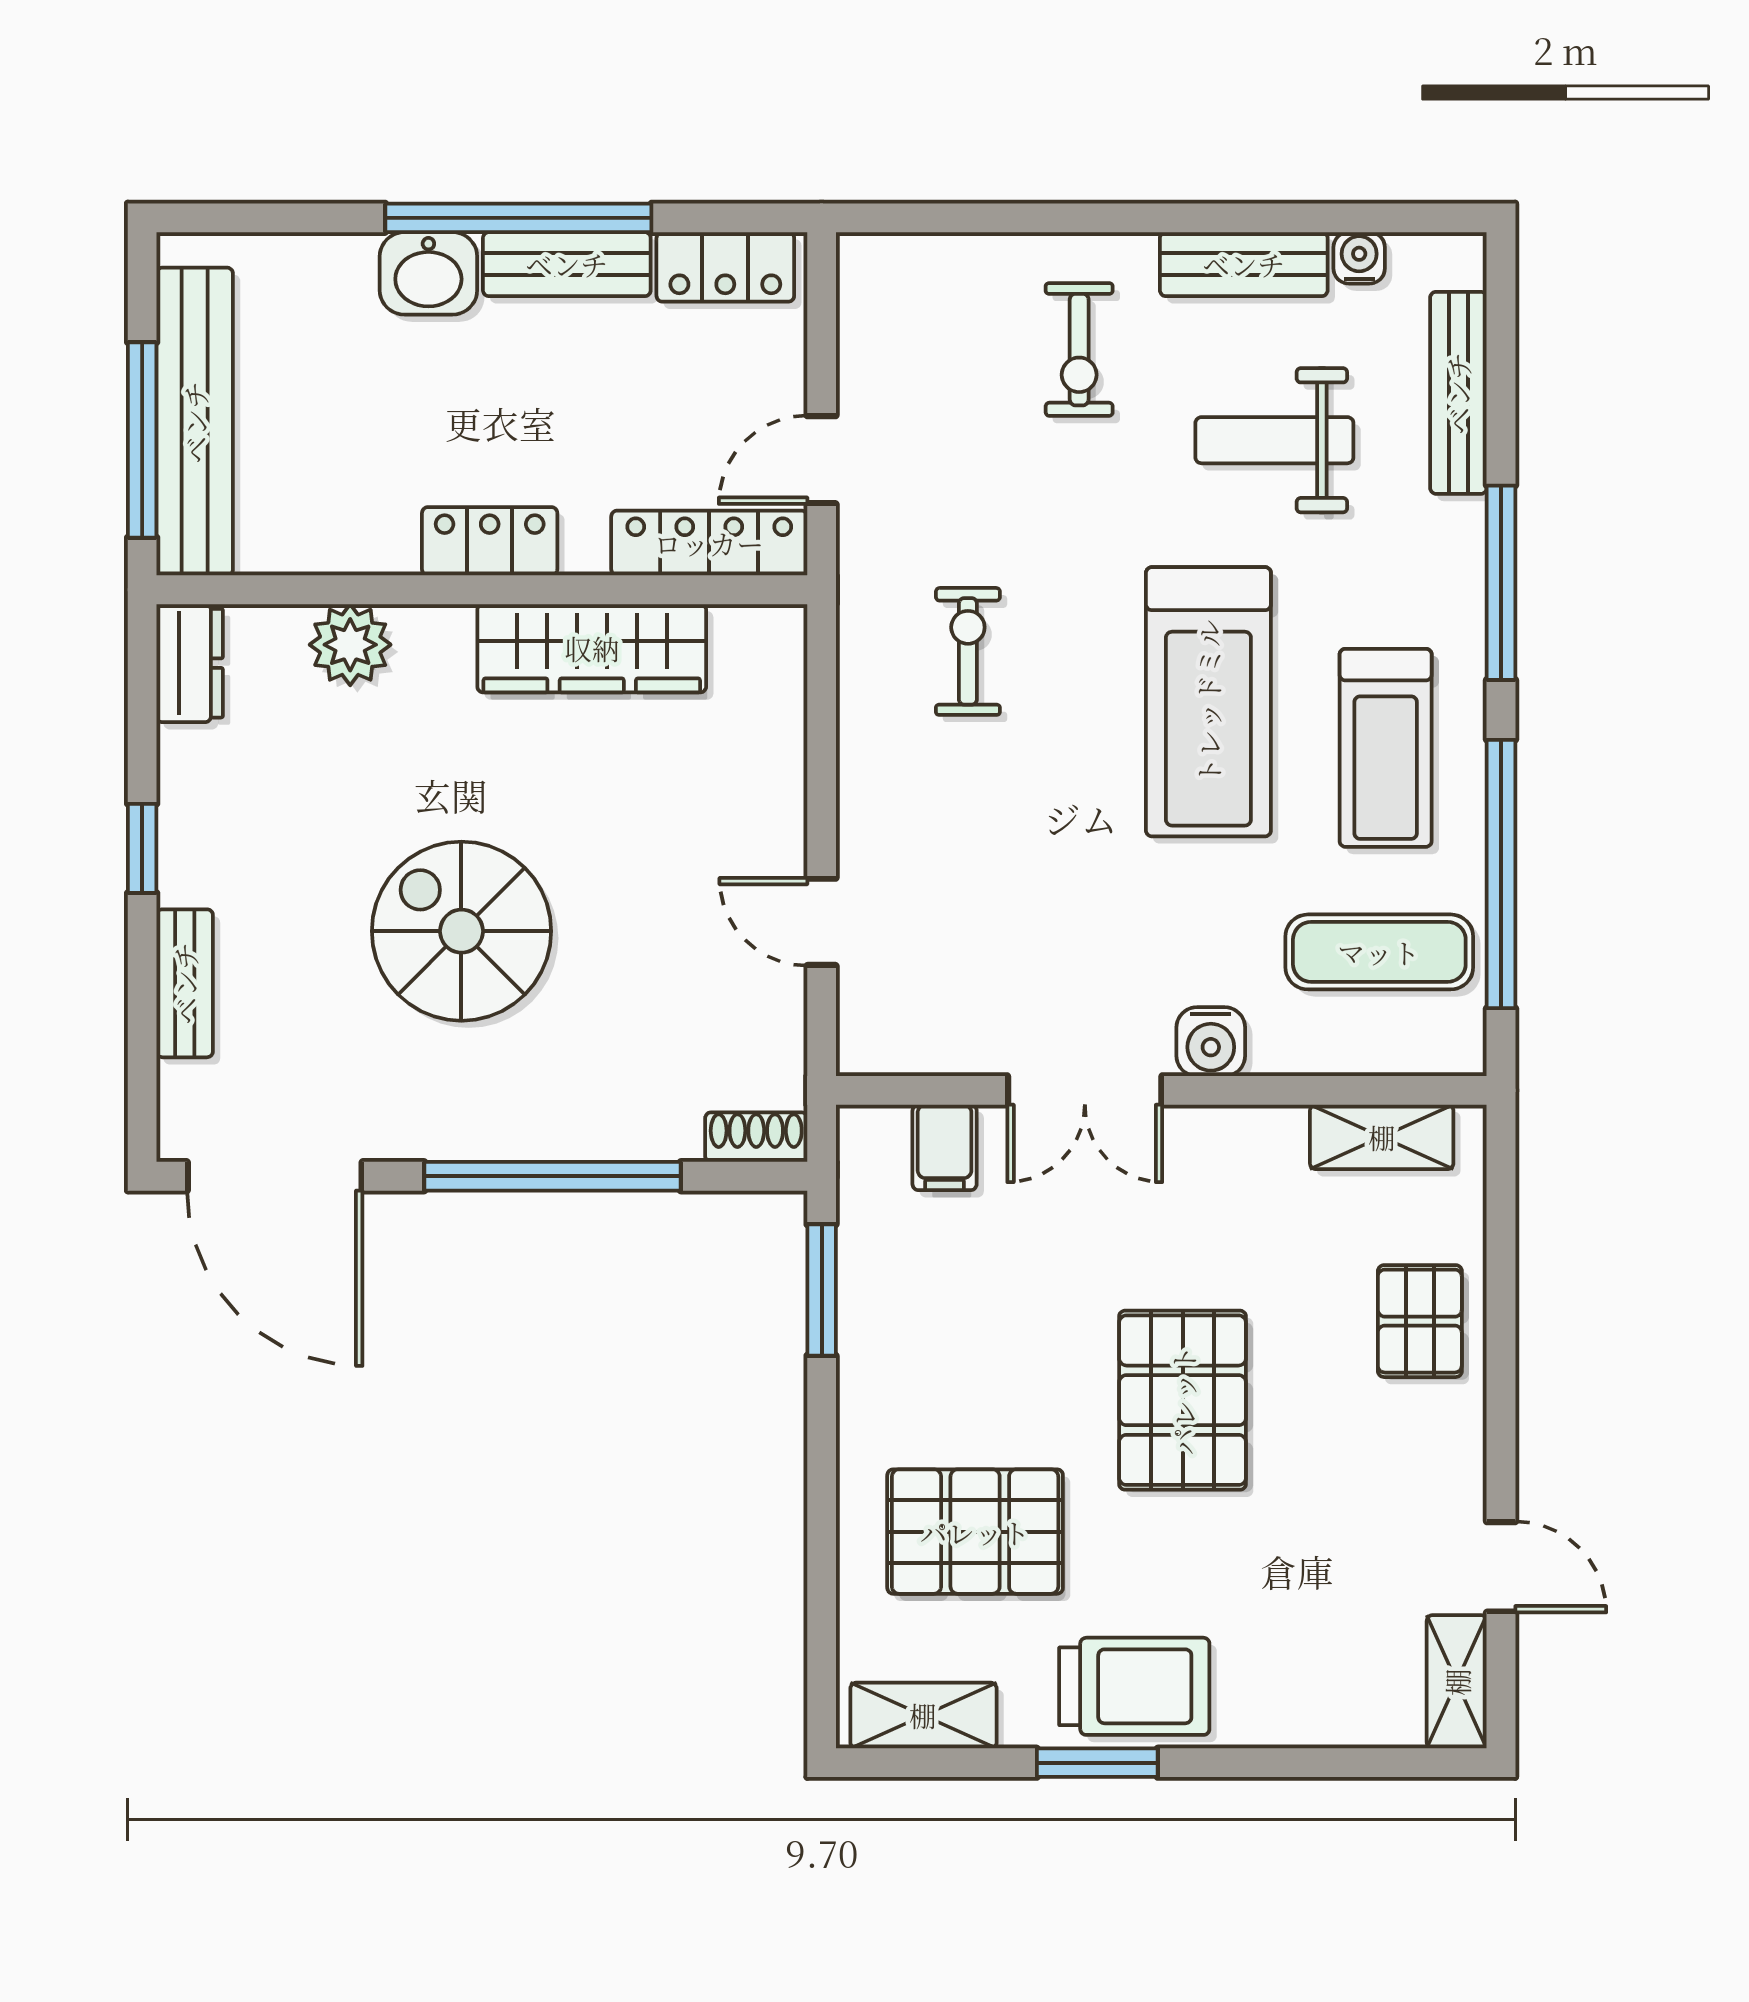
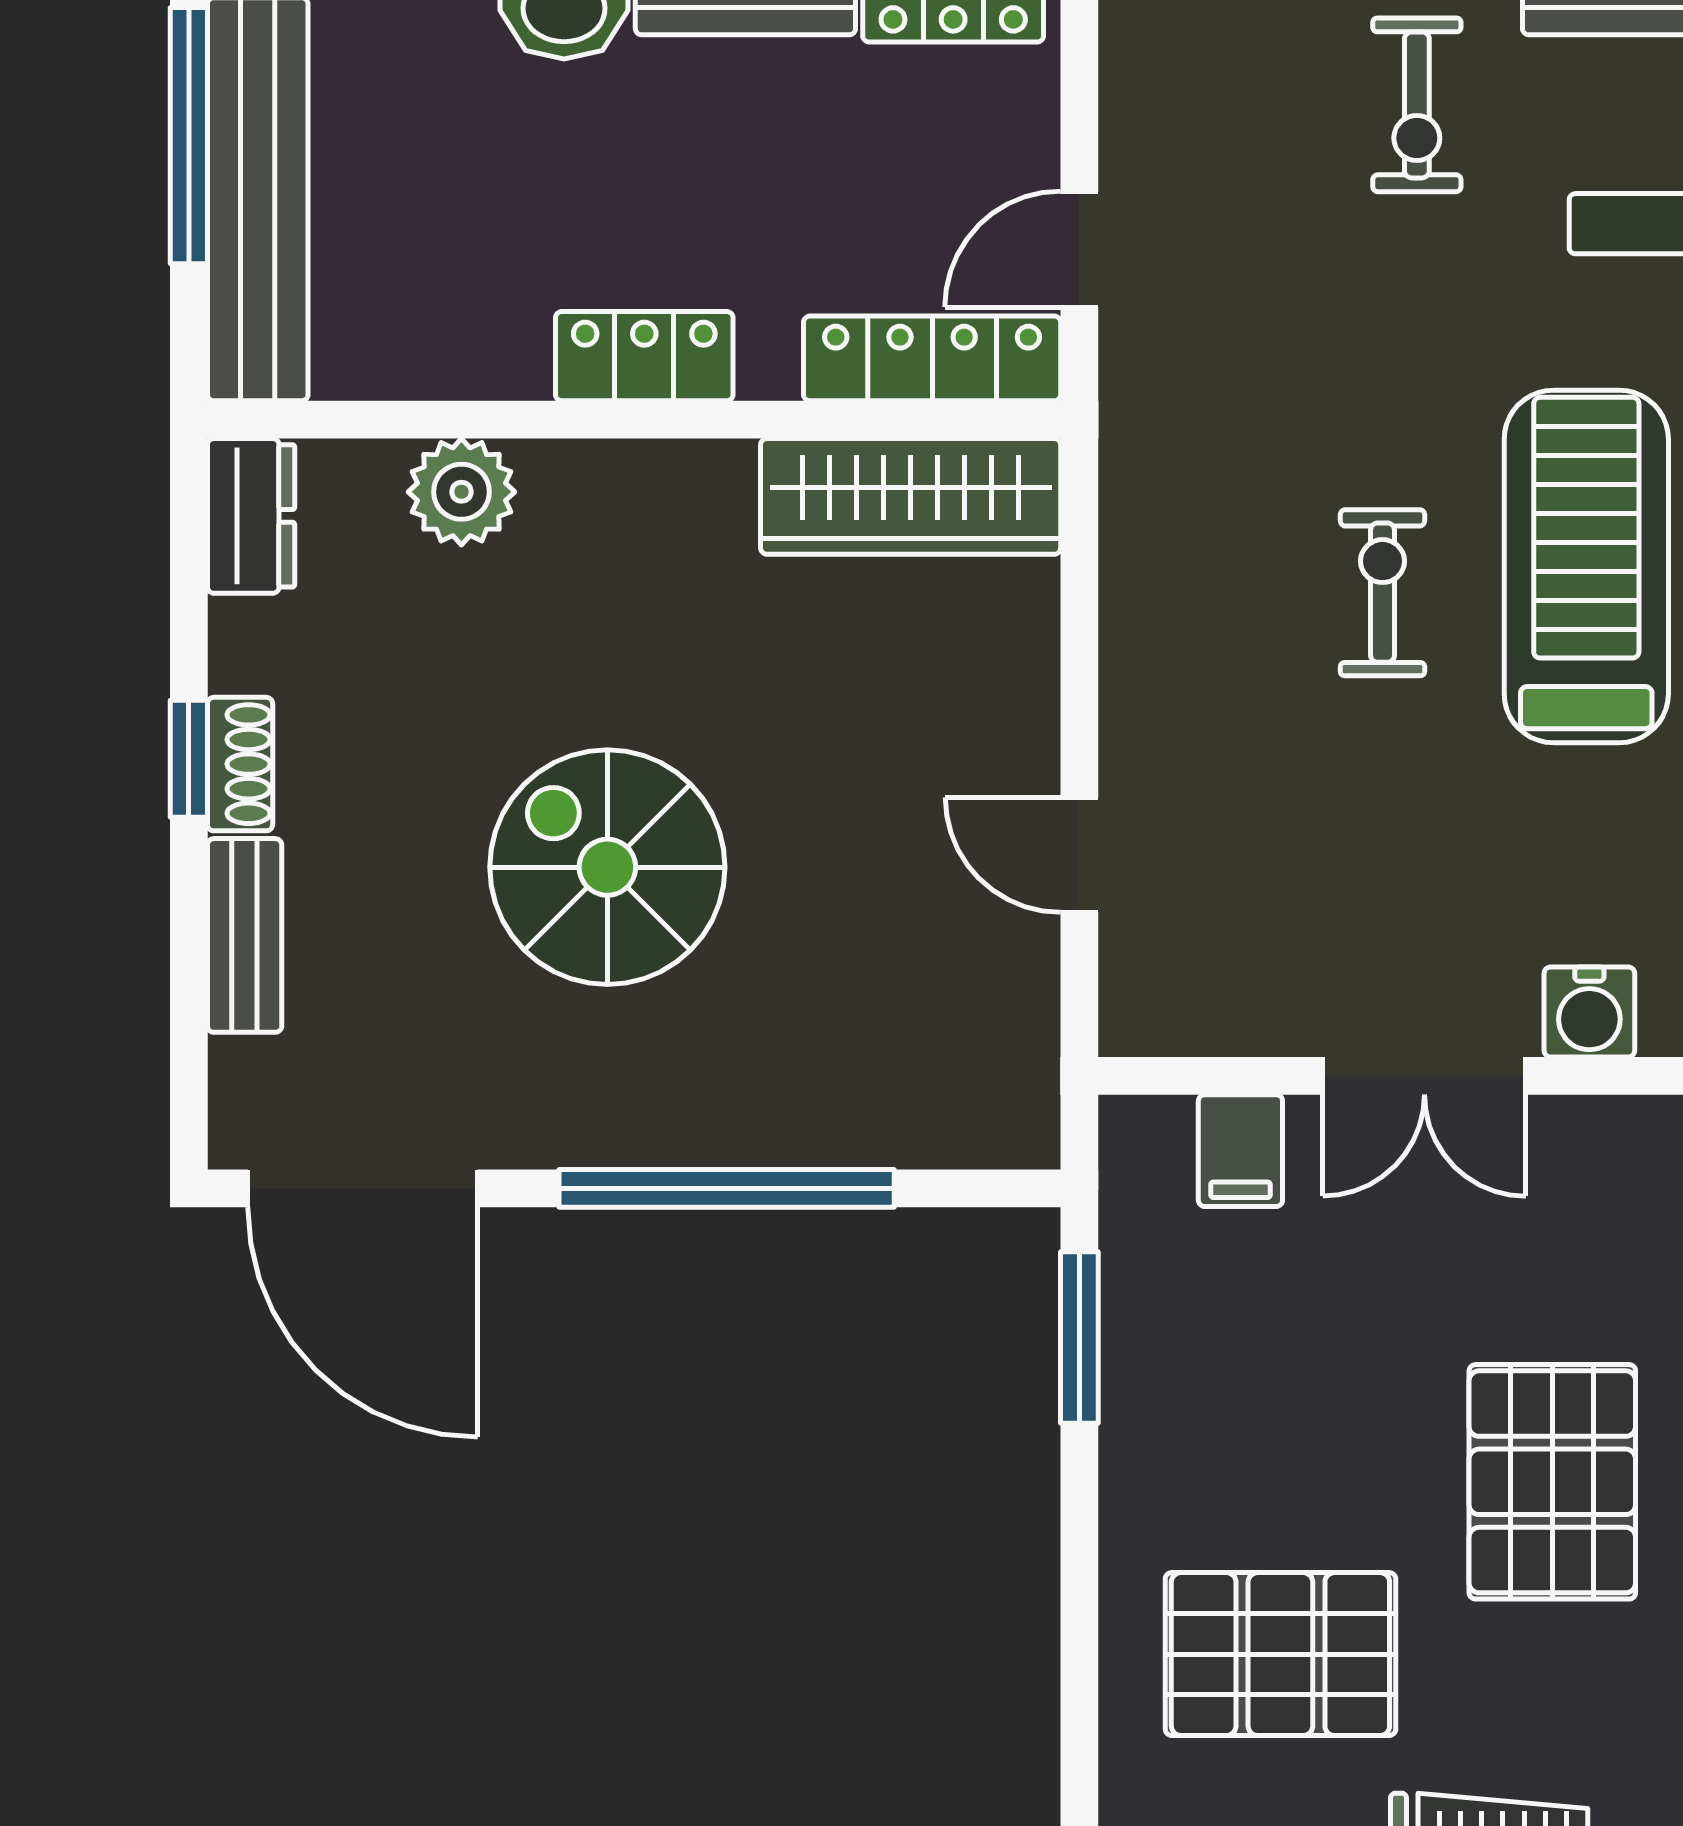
window: (142, 440) -> (189, 136), moved
wardrobe: (592, 648) -> (911, 496), moved
exercise bike: (968, 651) -> (1383, 593), moved
treadmill: (1208, 702) -> (1586, 566), turned 180
shoe rack: (756, 1137) -> (240, 764), moved, turned 90

